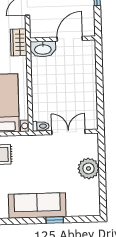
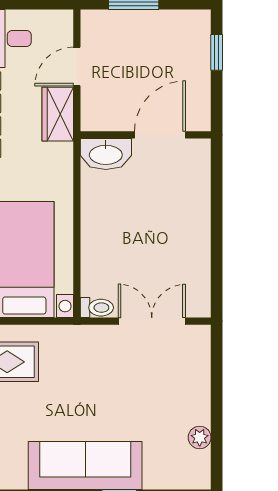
wardrobe: (19, 42) -> (58, 114), moved
plant: (89, 168) -> (200, 437), moved, width x0.53, depth x0.53

